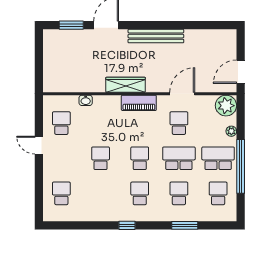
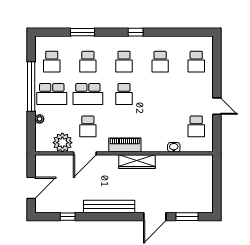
window: (201, 25) -> (68, 217), added
door: (241, 72) -> (31, 188), moved
plant: (226, 106) -> (62, 143), moved
school desk: (101, 158) -> (160, 62), moved

